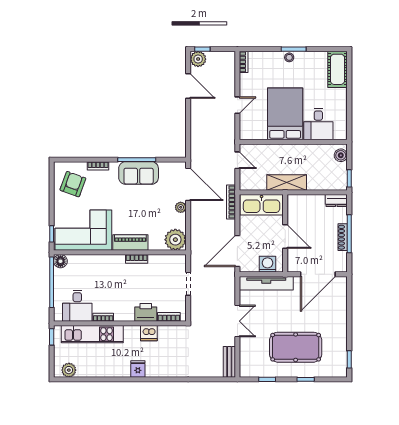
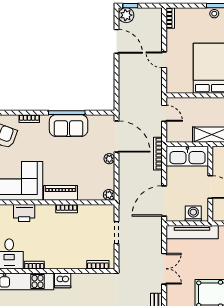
door: (237, 105) -> (164, 60), swing flipped
plant: (175, 240) -> (109, 195), width x0.53, depth x0.53
printer: (146, 312) -> (24, 213), moved, turned 180
dishwasher: (149, 333) -> (63, 280), moved

